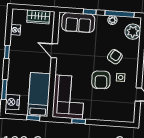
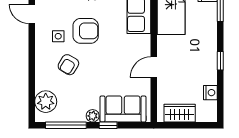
plant: (112, 20) -> (93, 116), moved
door: (54, 51) -> (154, 67), swing flipped
armchair: (101, 80) -> (86, 31), turned 93

